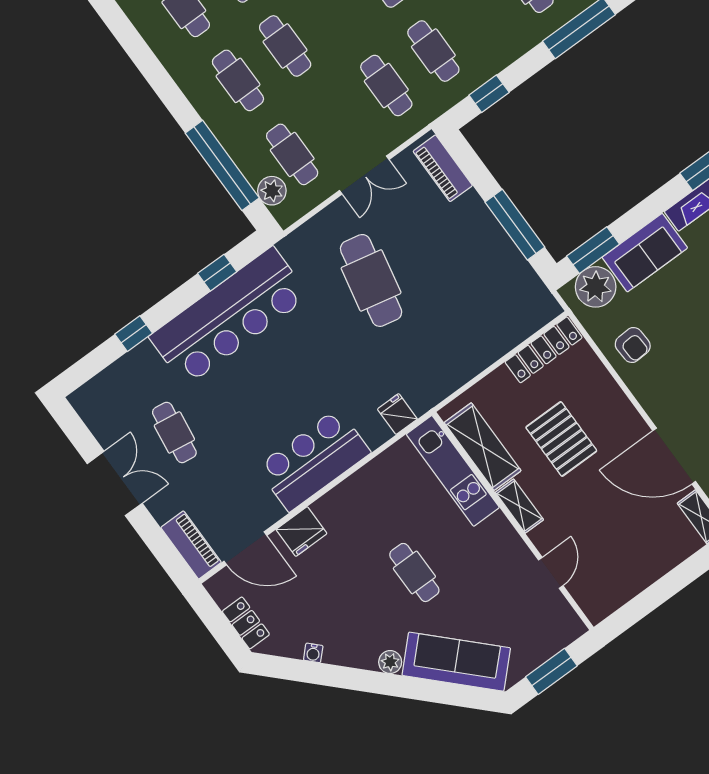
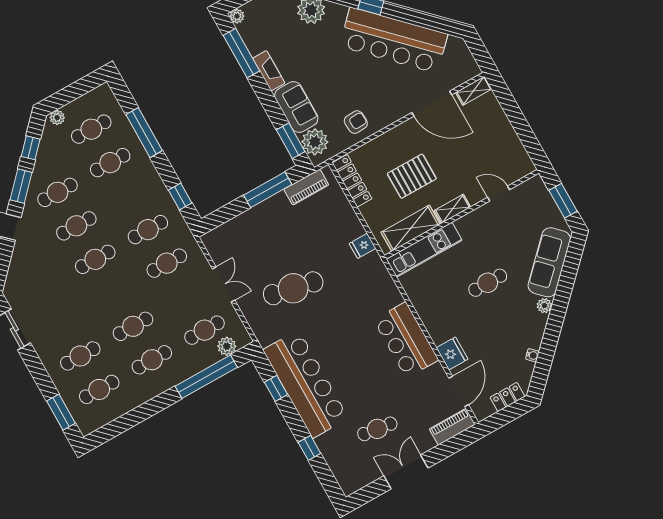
piano: (443, 168) -> (306, 187), moved
fridge: (397, 414) -> (363, 246), moved
door: (674, 456) -> (432, 104), hinge flipped

